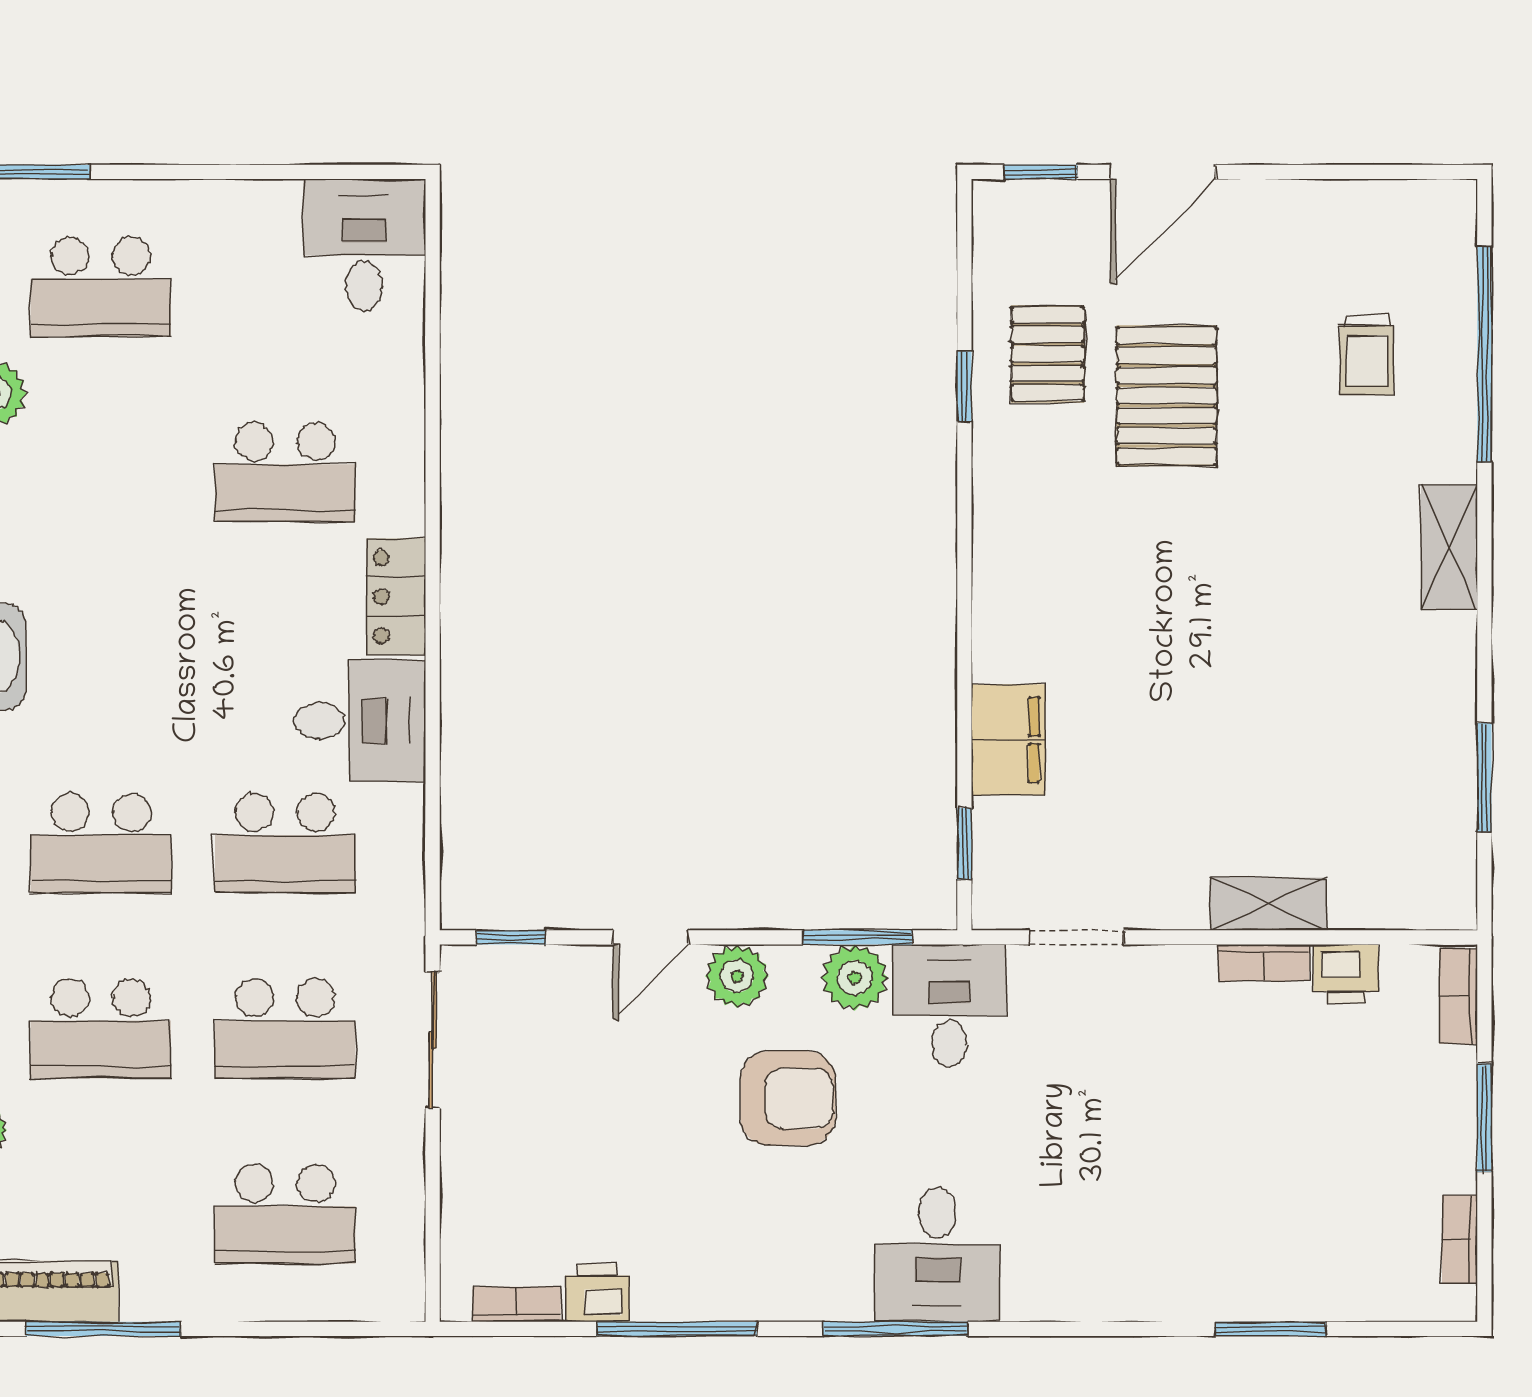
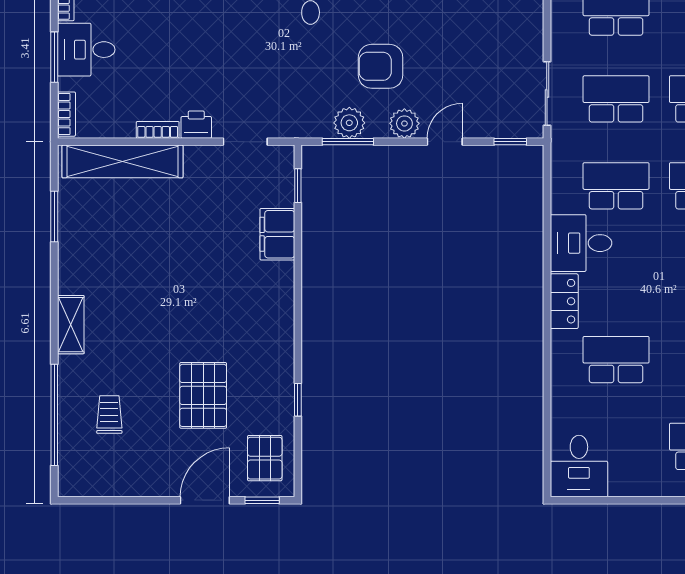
pallet: (1048, 354) -> (265, 458), moved
shelving: (1268, 904) -> (122, 161), width x2.20, depth x1.33
printer: (1346, 974) -> (196, 125), moved
desk: (949, 1006) -> (86, 50), moved, turned 90

